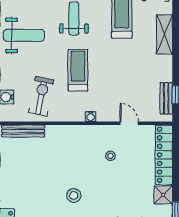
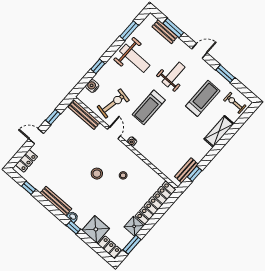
treadmill: (78, 70) -> (149, 107), turned 180
door: (129, 123) -> (114, 133), moved
stool: (74, 195) -> (97, 174), moved

